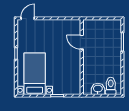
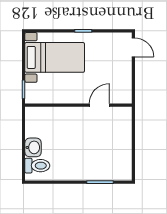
door: (82, 42) -> (99, 105), moved
wall: (82, 57) -> (78, 105), moved

